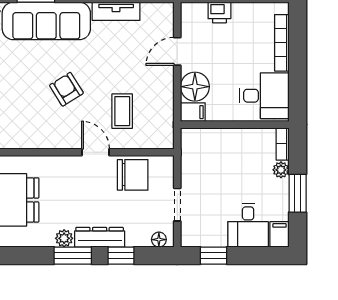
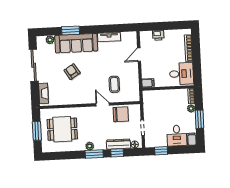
floor lamp: (195, 87) -> (148, 71), removed
armchair: (66, 89) -> (72, 72), moved
dresser: (100, 237) -> (118, 144), moved

